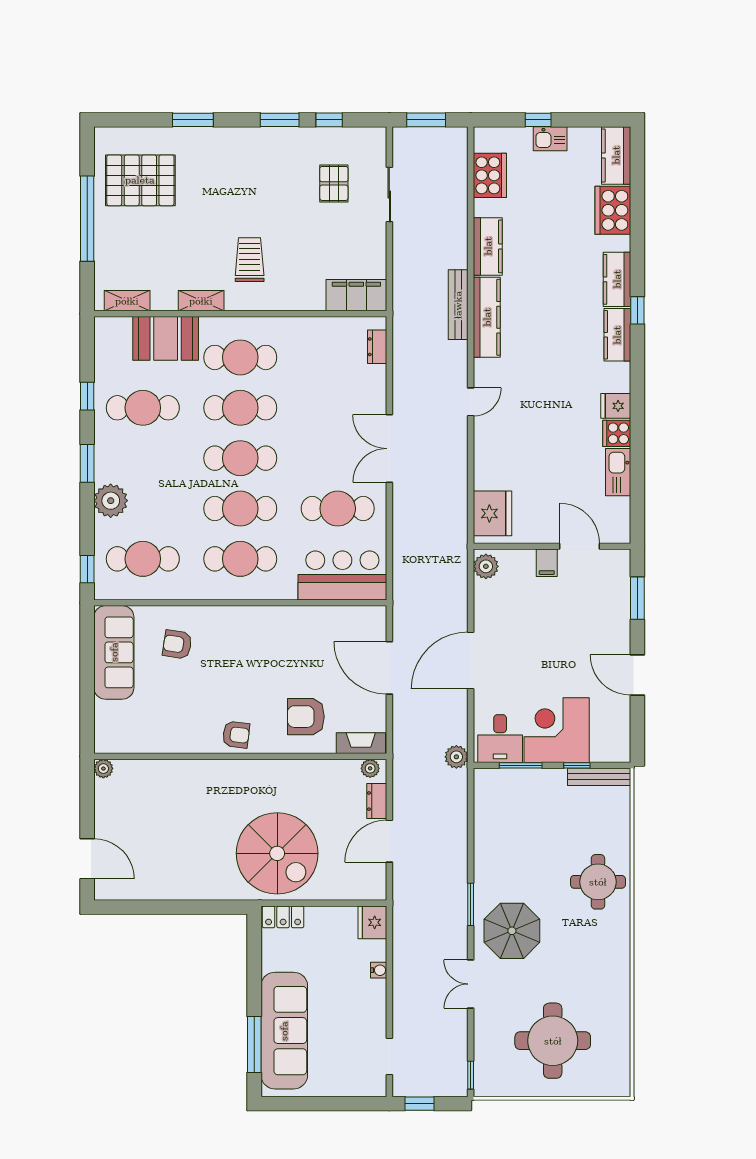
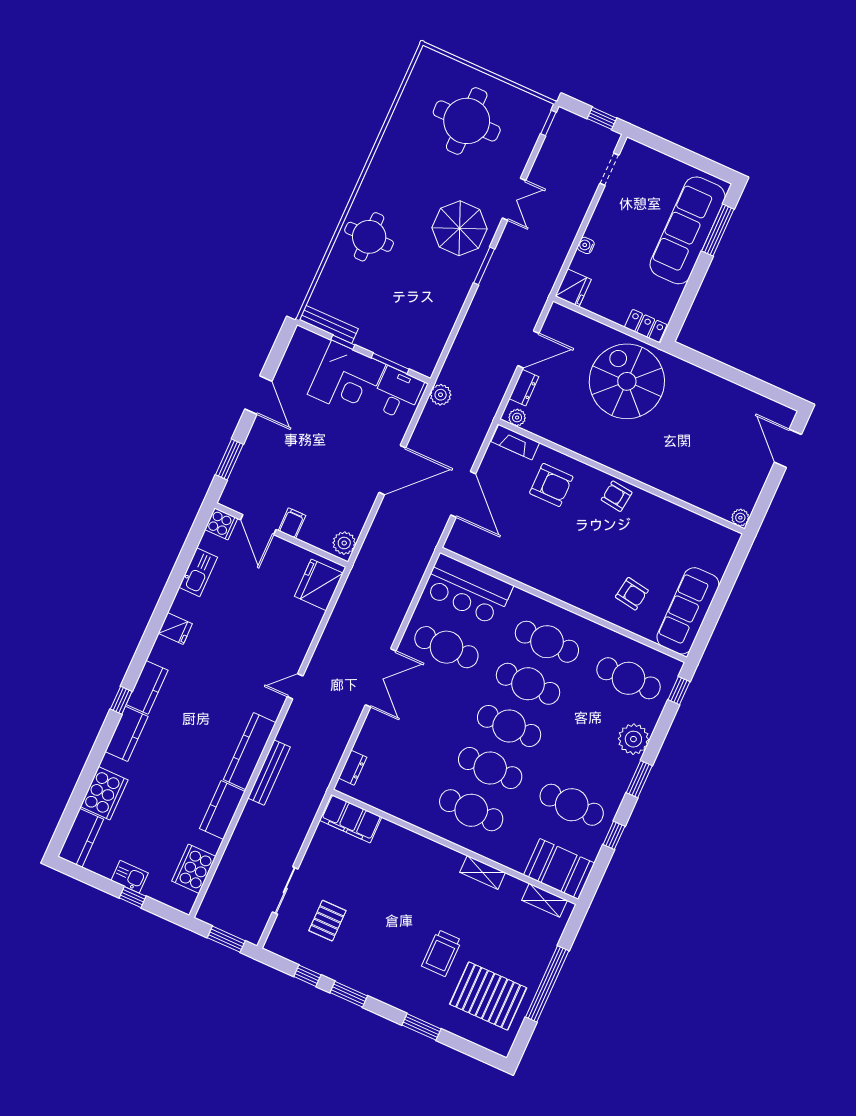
trolley: (250, 260) -> (442, 953), moved
booth: (166, 338) -> (559, 869), moved
cooker: (617, 433) -> (221, 524), moved

